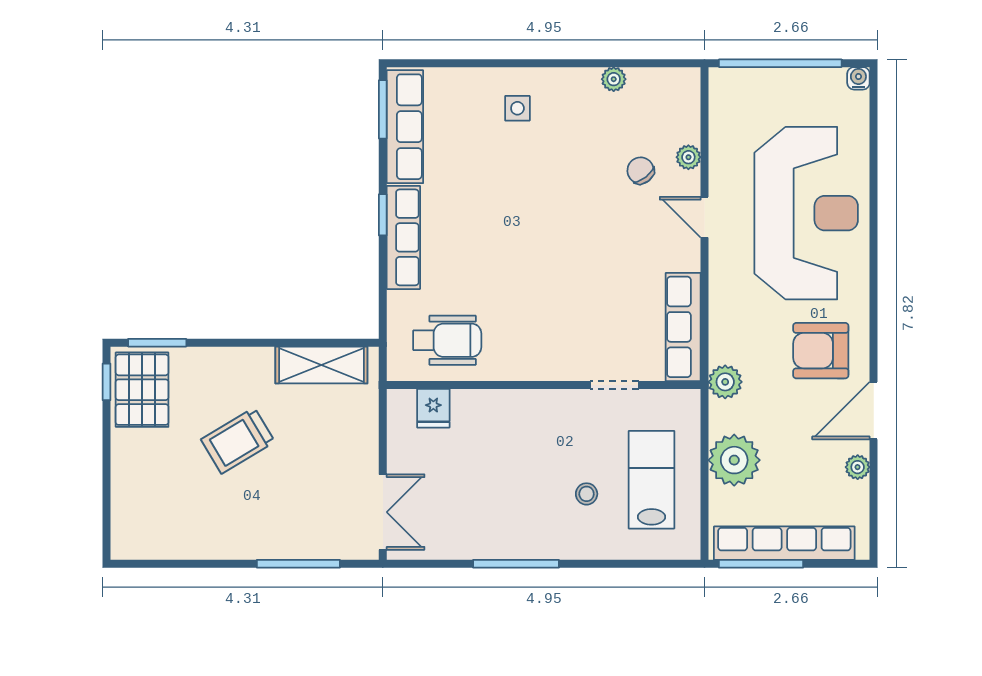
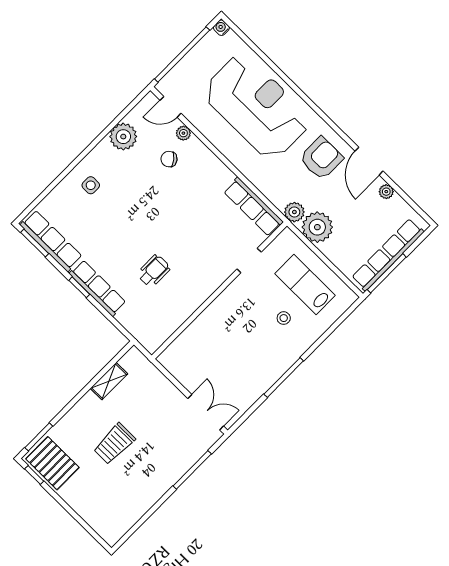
plant: (614, 79) -> (123, 137), width x1.88, depth x1.88
door: (705, 217) -> (171, 107), moved
wheelchair: (447, 340) -> (154, 271), moved, width x0.73, depth x0.73
armchair: (821, 351) -> (321, 158), turned 180
shelving: (321, 365) -> (109, 381), width x0.67, depth x0.75
fridge: (433, 408) -> (183, 347), removed
trolley: (238, 441) -> (114, 444), turned 31
plant: (734, 460) -> (317, 227), moved

